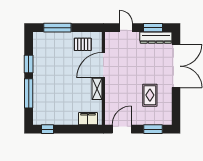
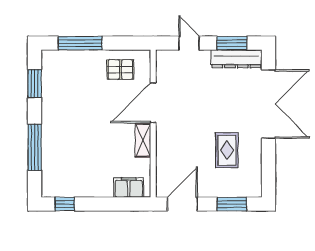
window: (29, 64) -> (35, 84), moved

